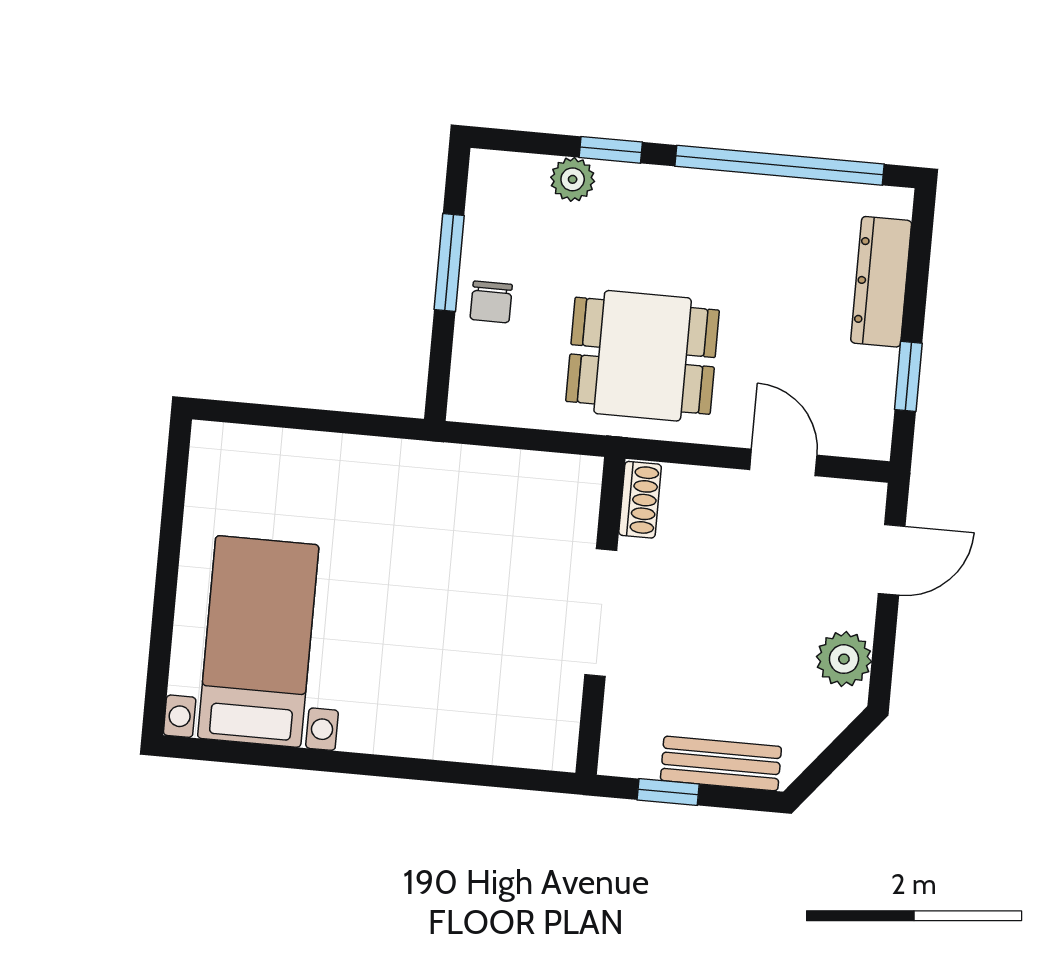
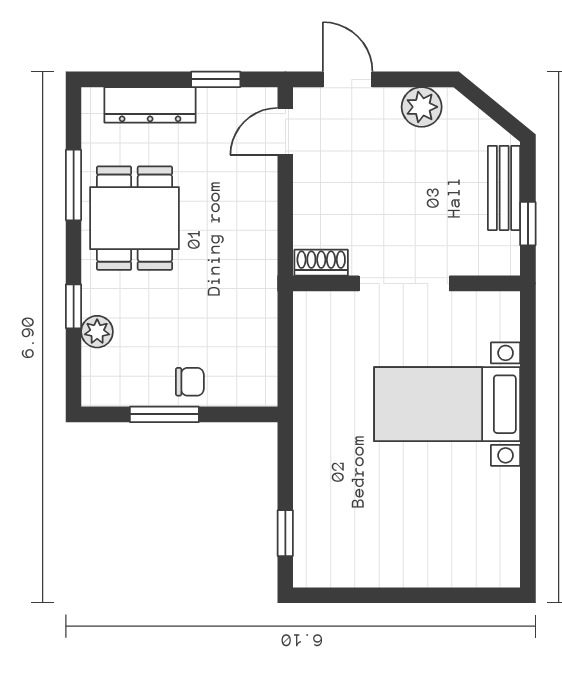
window: (779, 165) -> (74, 185), width x0.47
dining table: (643, 356) -> (134, 218), moved
window: (269, 416) -> (285, 533), added
door: (783, 462) -> (285, 132), moved
bed with nightstands: (258, 641) -> (447, 404), moved

